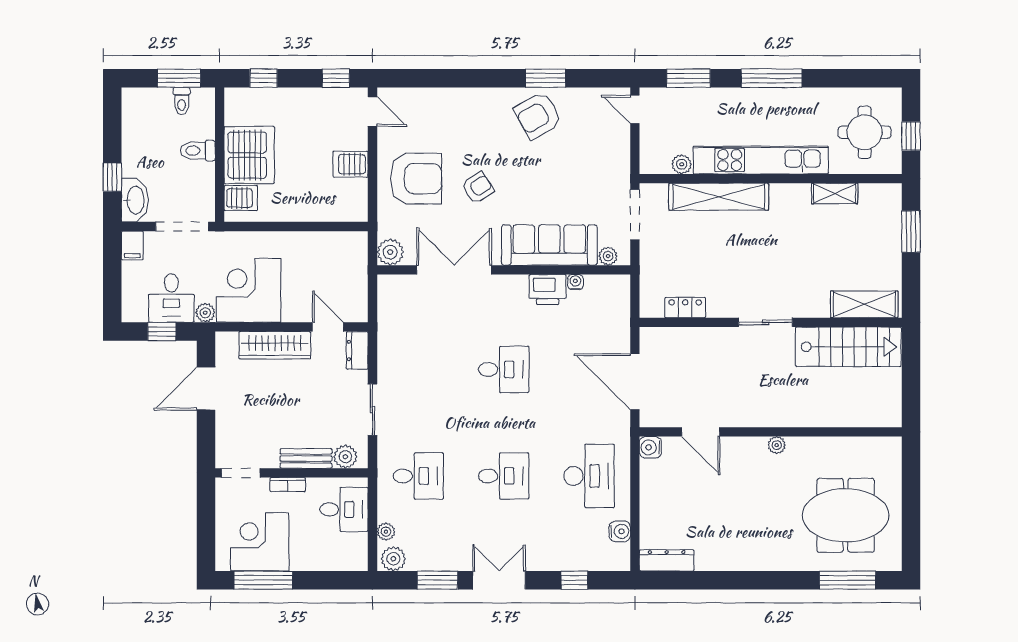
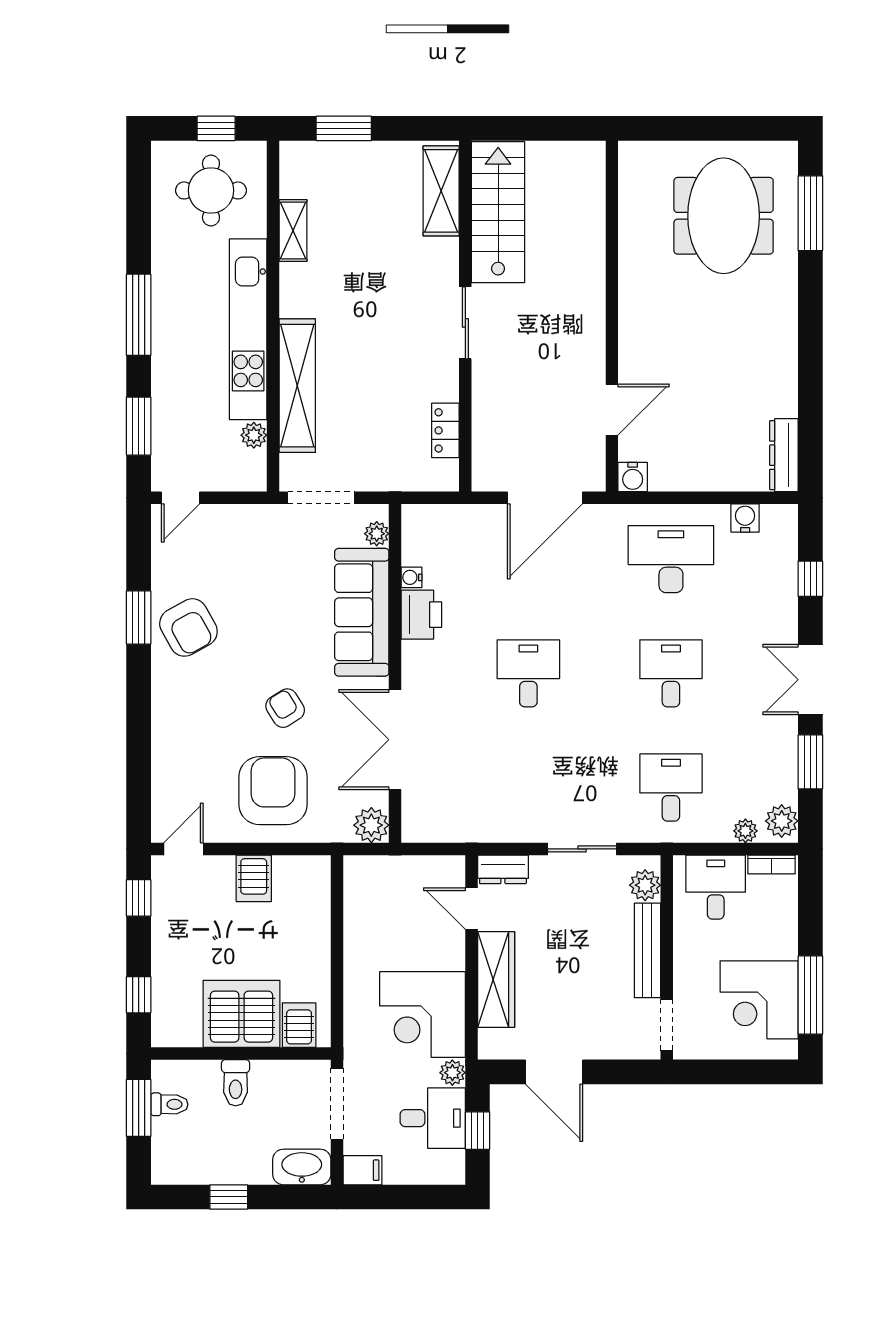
window: (112, 177) -> (229, 1197), moved
door: (328, 327) -> (471, 909), hinge flipped
plant: (777, 445) -> (630, 308), removed
bench: (306, 458) -> (647, 950), width x1.36
bookcase: (288, 485) -> (772, 864), moved, turned 90

